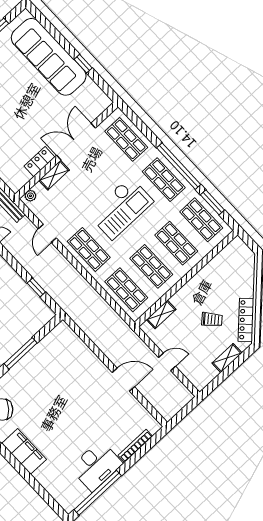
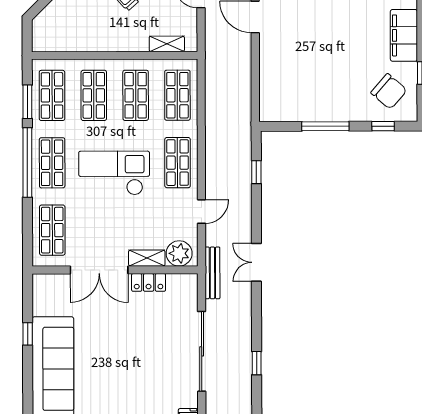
plant: (30, 196) -> (179, 253), width x1.88, depth x1.88

